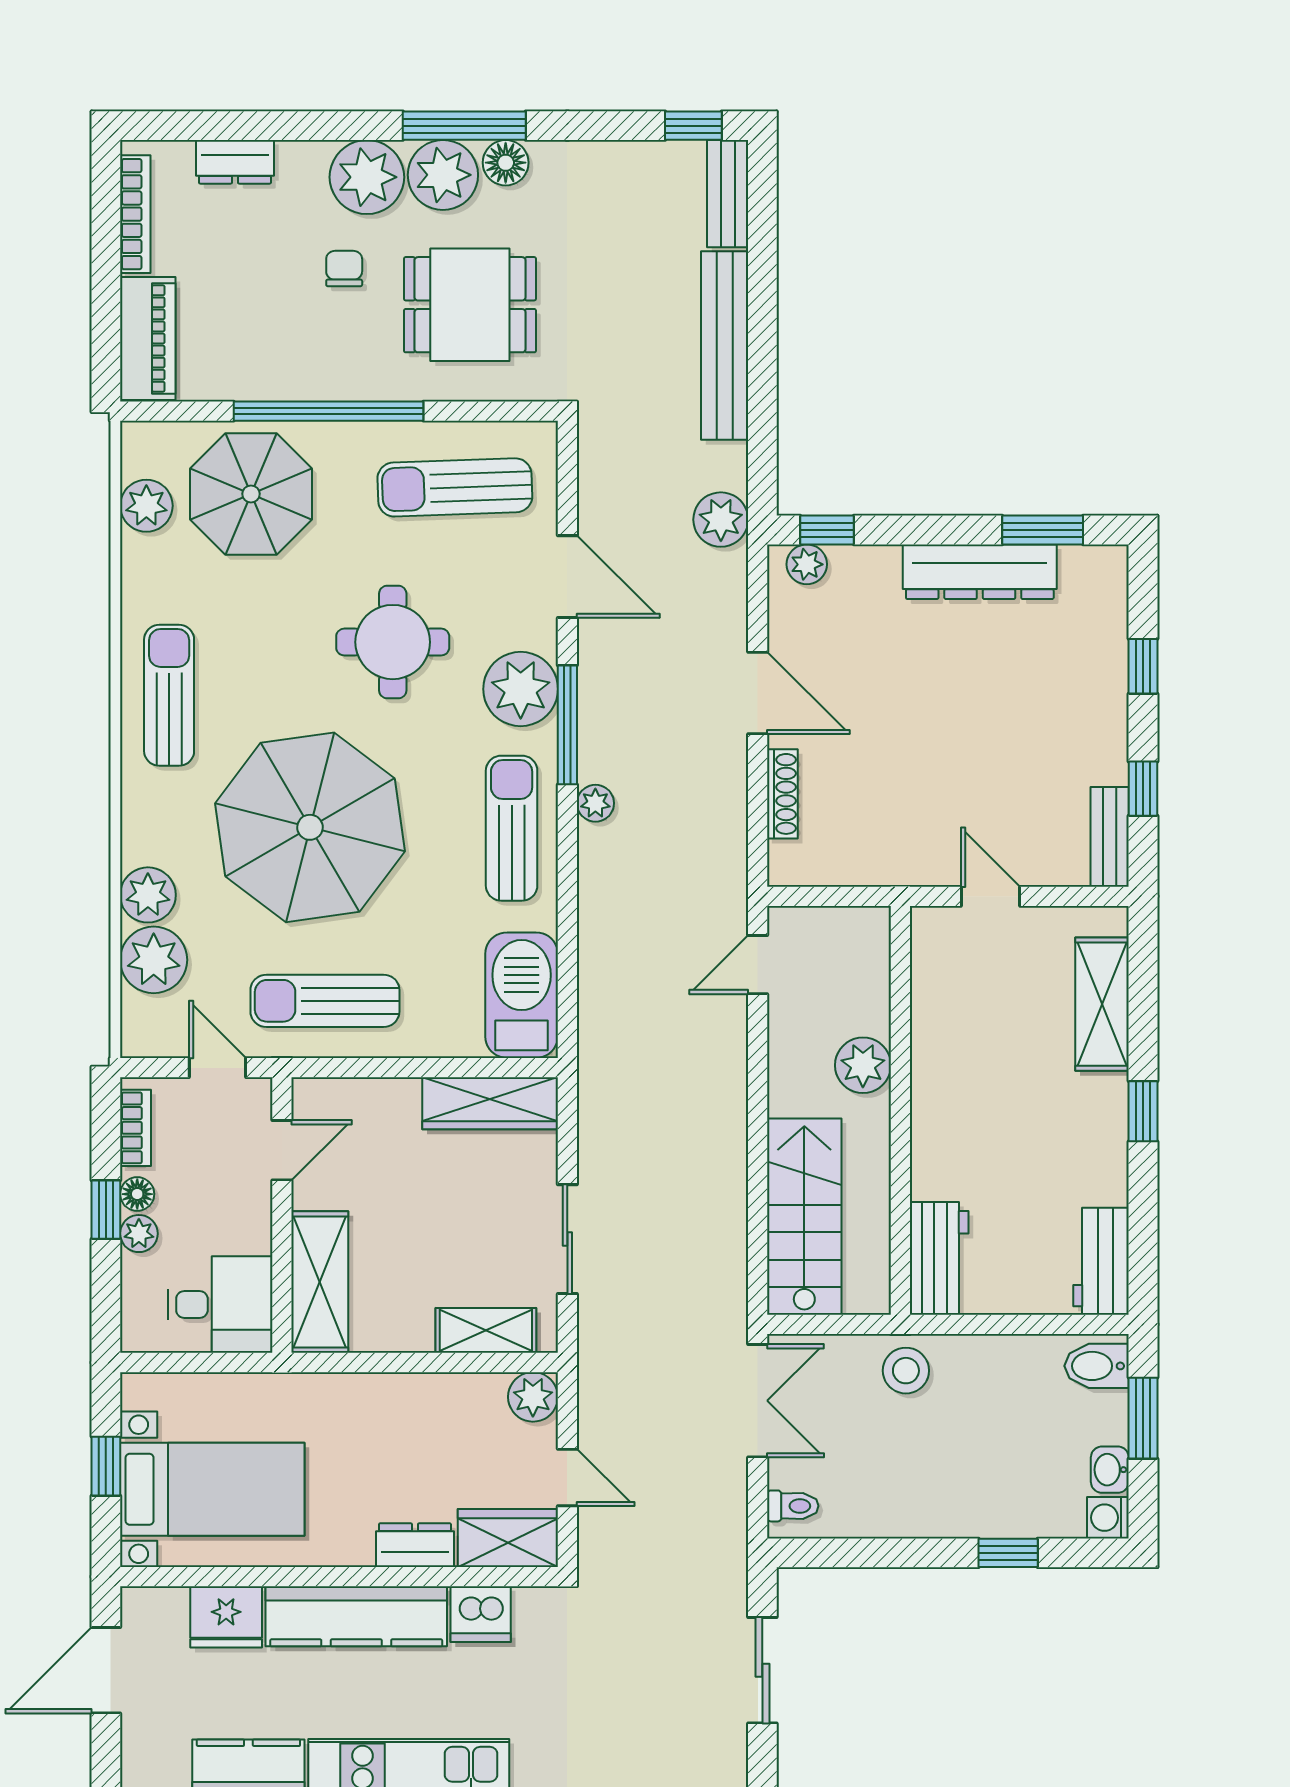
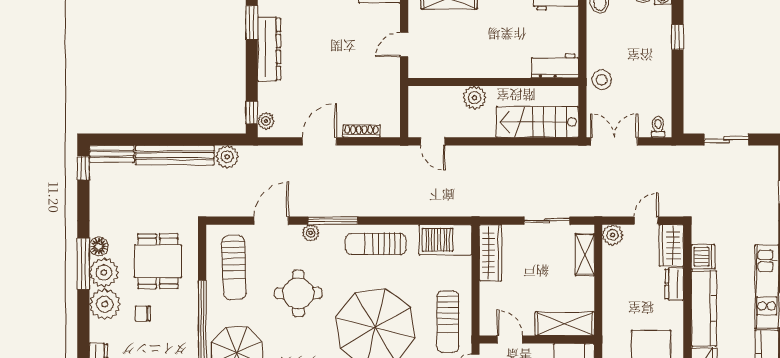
plant: (721, 520) -> (227, 157), moved
plant: (521, 689) -> (311, 233), width x0.53, depth x0.53
plant: (595, 803) -> (365, 209), removed

